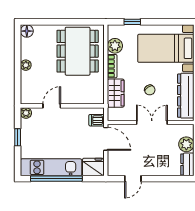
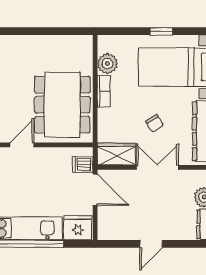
window: (132, 22) -> (161, 31), moved
dining table: (78, 51) -> (62, 105), moved
wardrobe: (116, 93) -> (116, 154), moved, turned -90
door: (133, 179) -> (151, 244), moved

